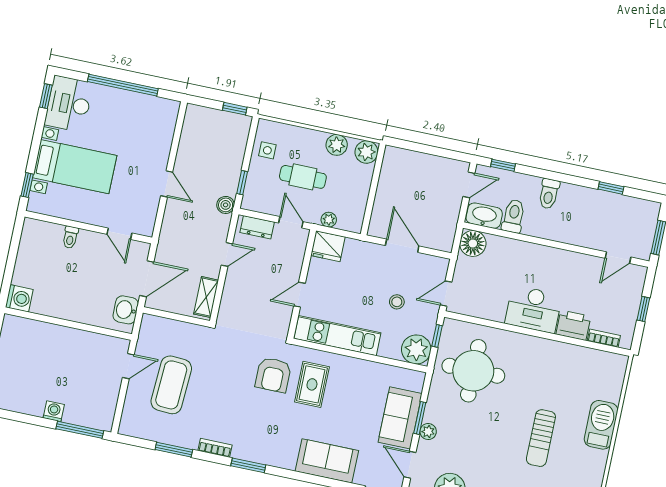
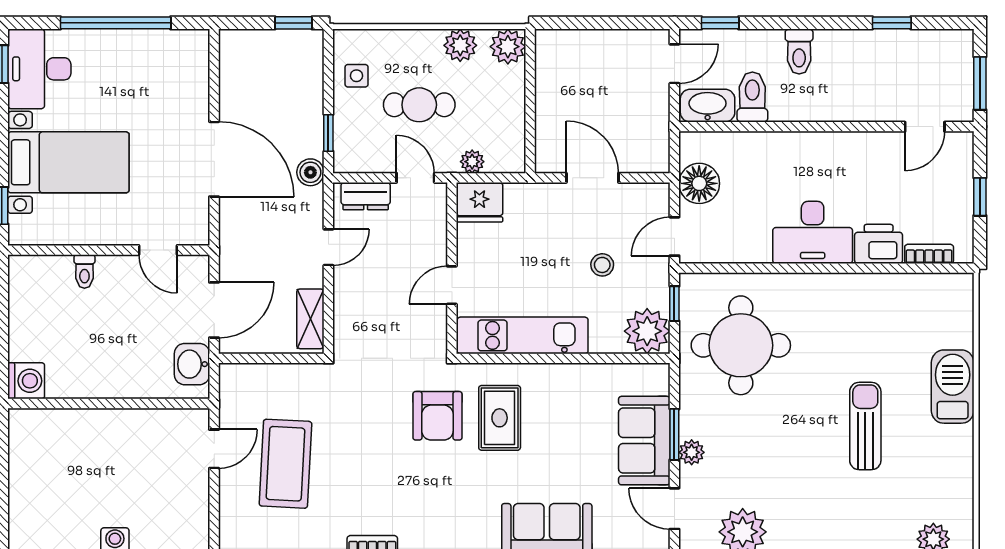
door: (167, 184) -> (214, 159), width x1.87
floor lamp: (473, 243) -> (699, 183), moved
sun lounger: (541, 438) -> (865, 426), turned 180

